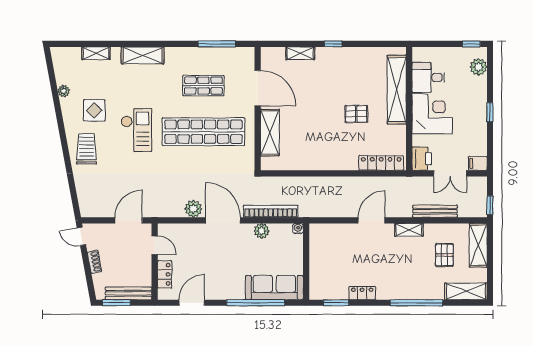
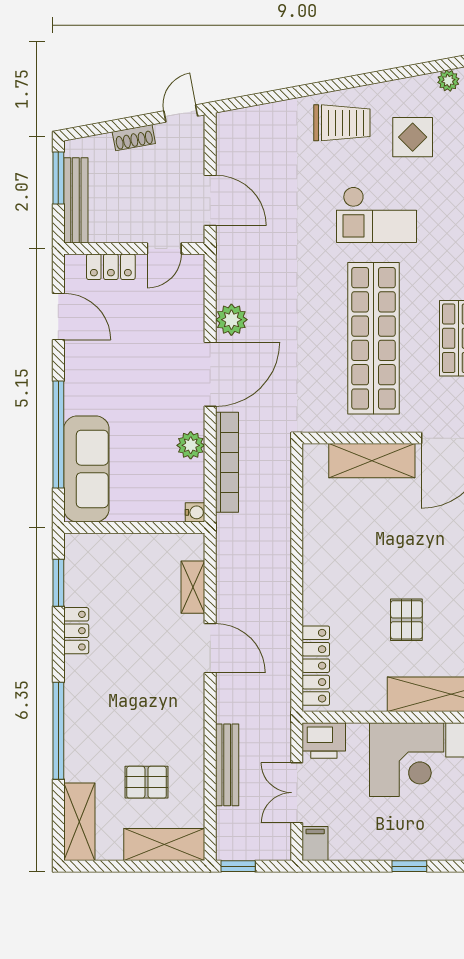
shelving: (409, 230) -> (193, 587), moved

